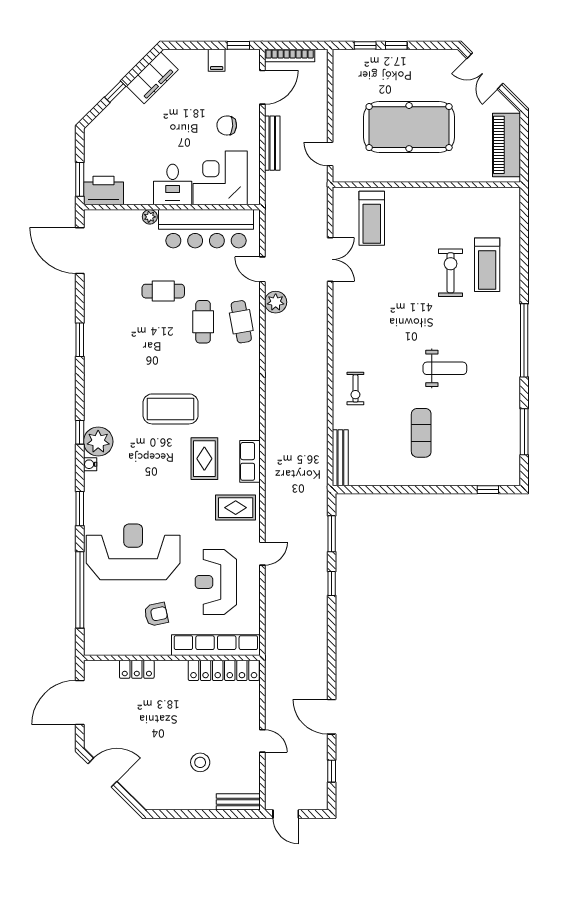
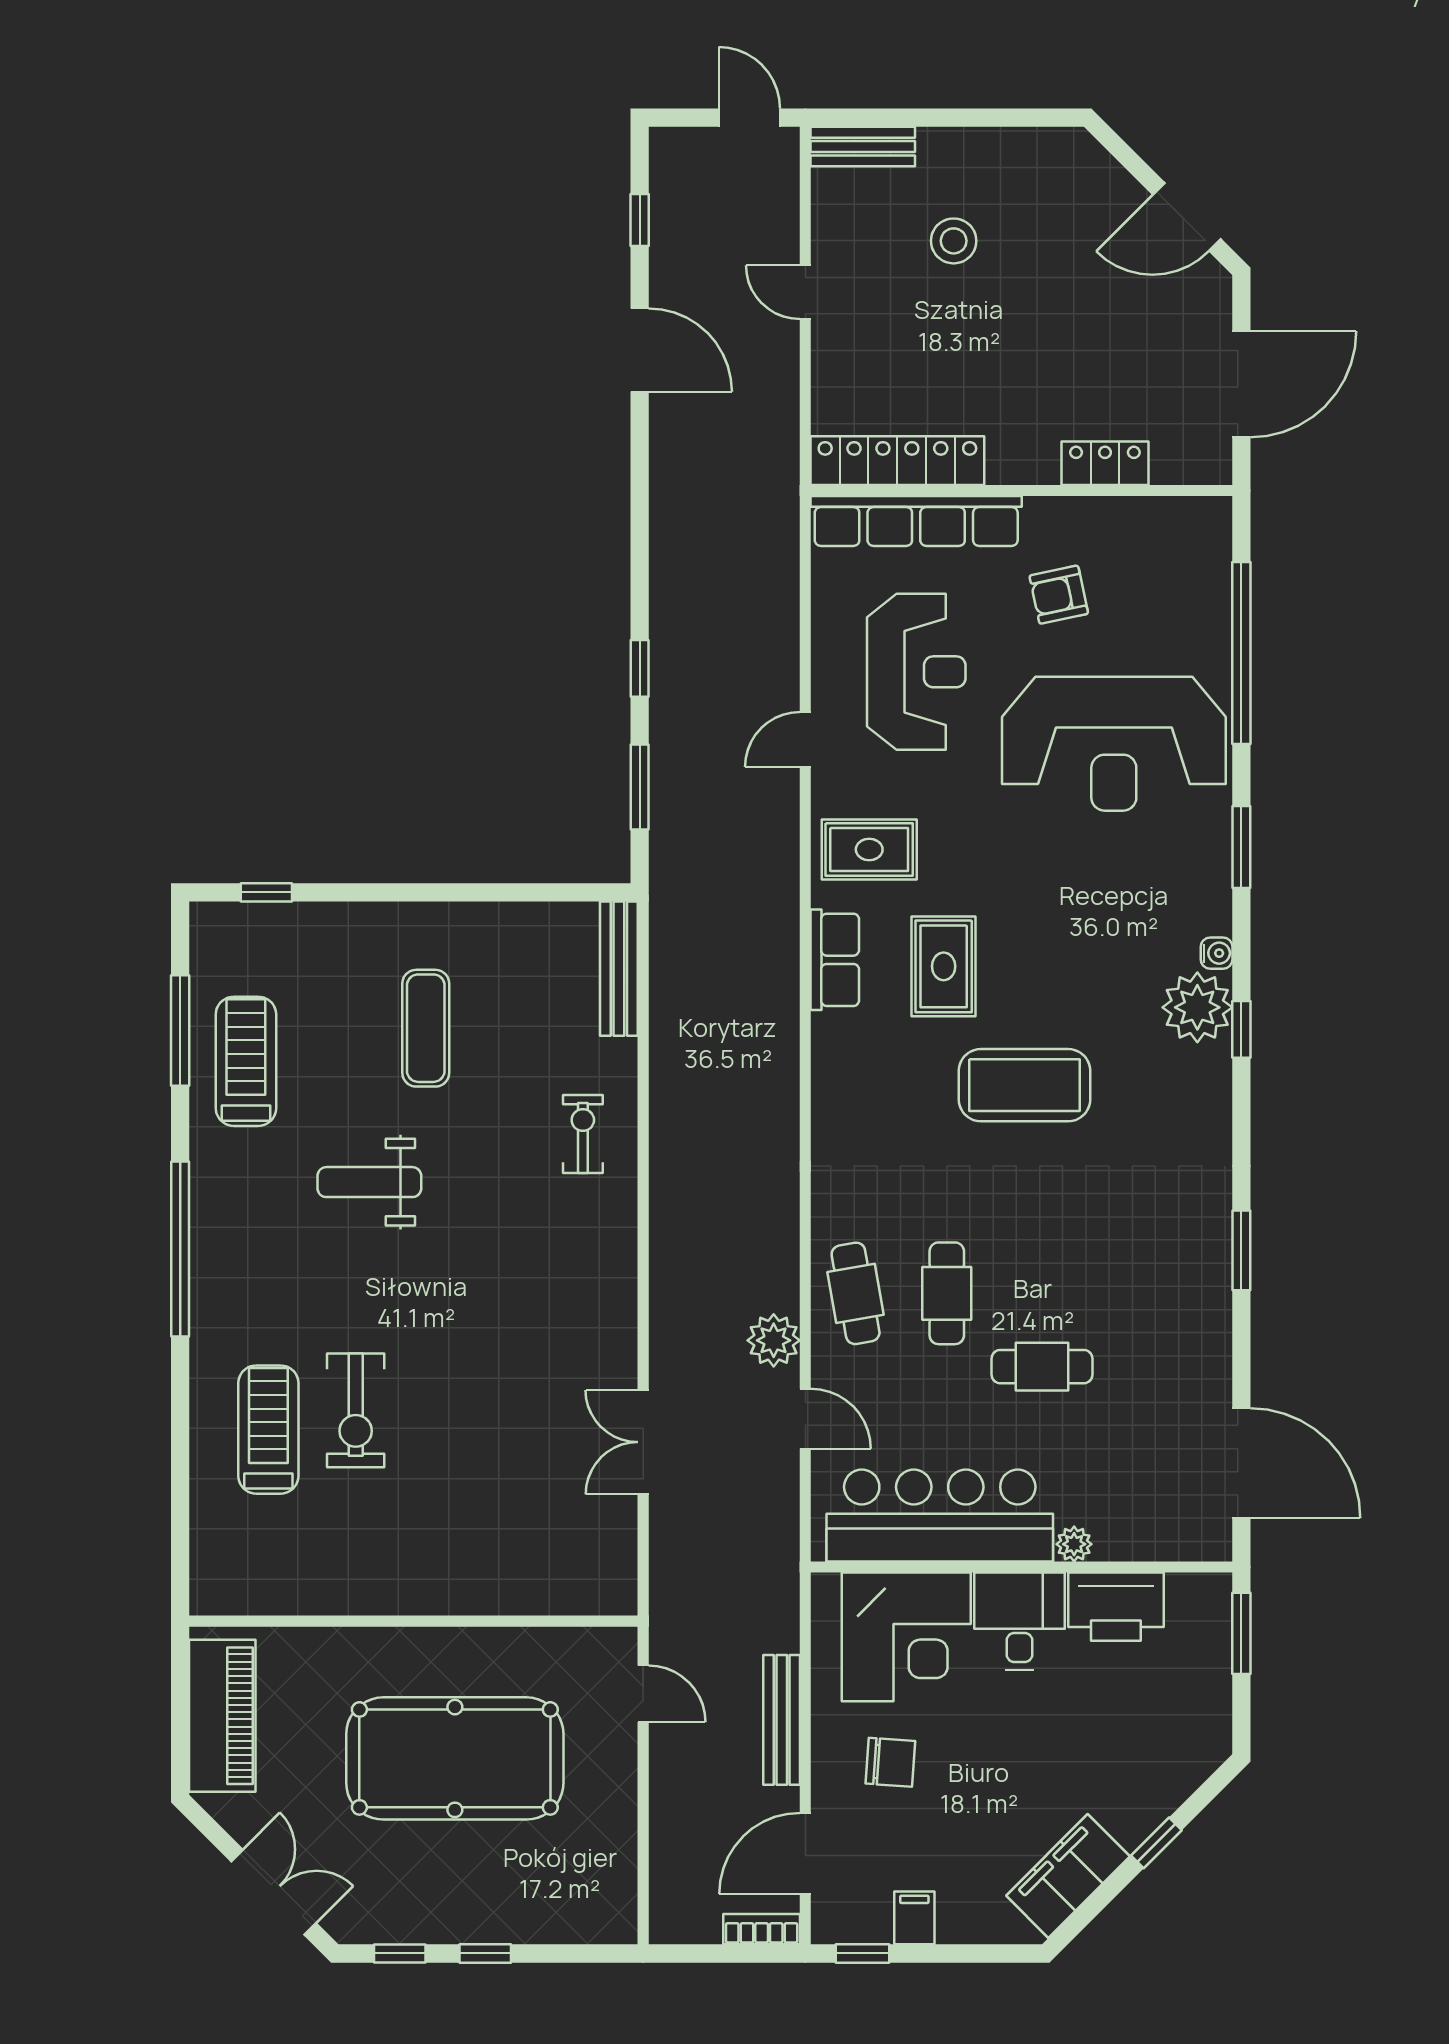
window: (365, 45) -> (400, 1953), moved
bookcase: (290, 56) -> (762, 1929), width x0.64
printer: (103, 191) -> (1116, 1607), moved
treadmill: (372, 218) -> (246, 1061), moved

